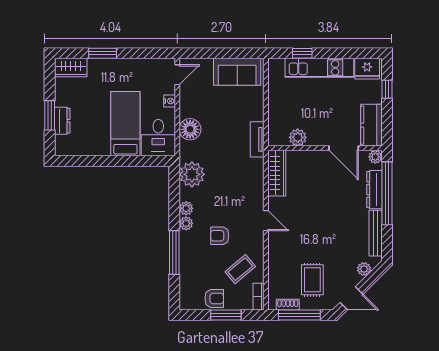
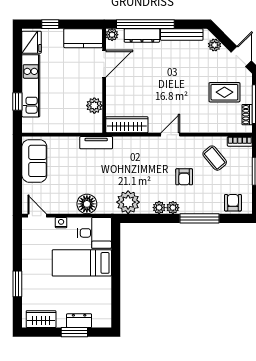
wardrobe: (71, 68) -> (41, 319), moved, turned -90
armchair: (214, 298) -> (233, 203), moved

